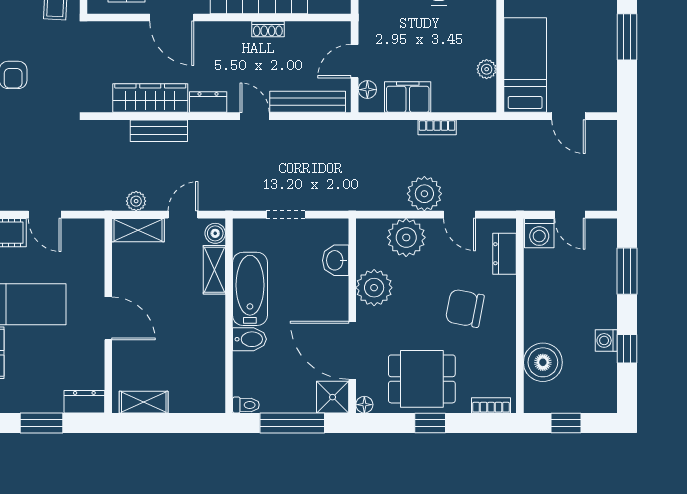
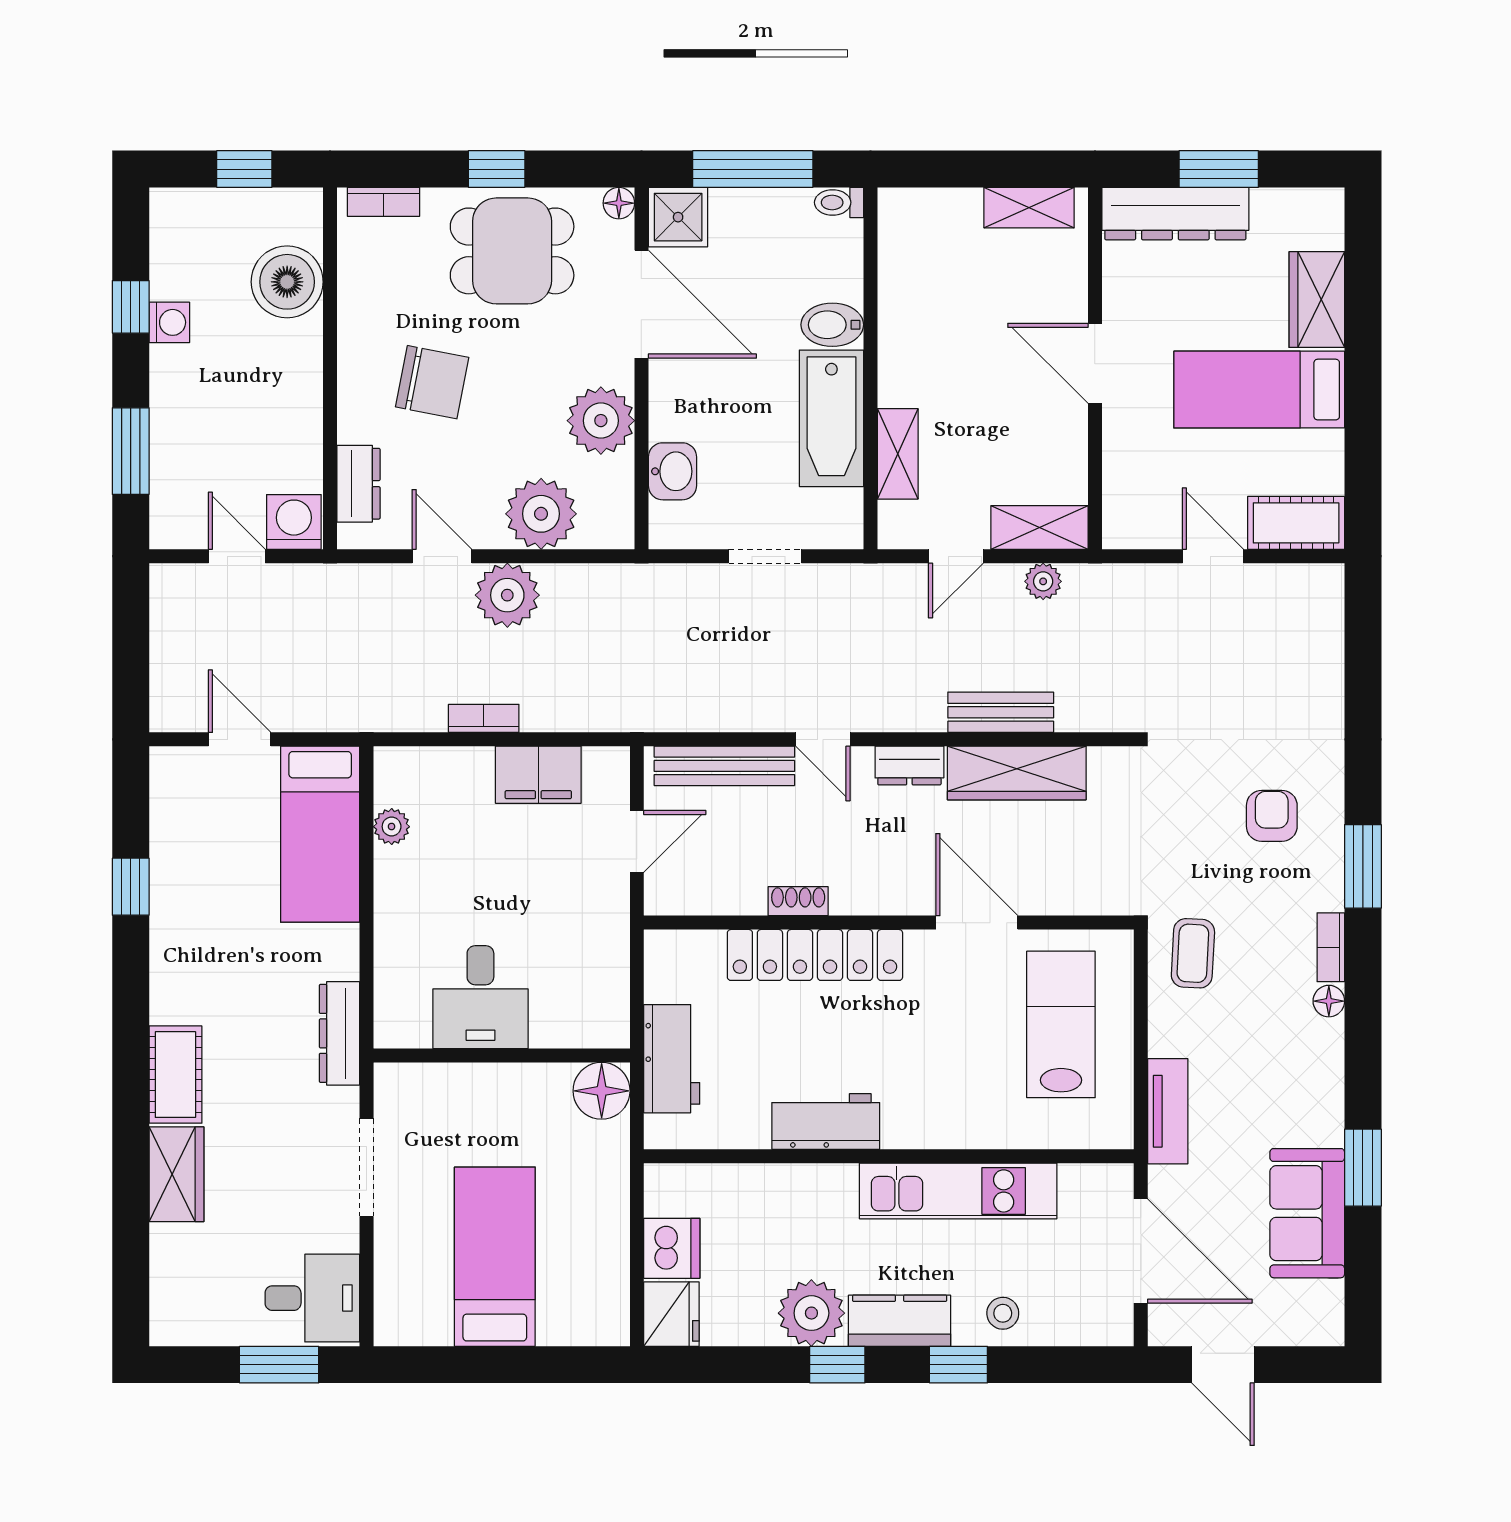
window: (627, 37) -> (131, 887), width x0.67
floor lamp: (367, 90) -> (613, 789), removed
boiler: (215, 233) -> (896, 521), removed
dresser: (84, 402) -> (1175, 214), width x1.96, depth x1.24

